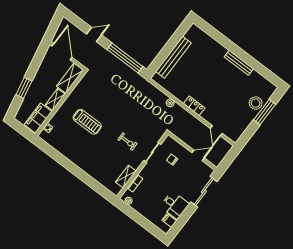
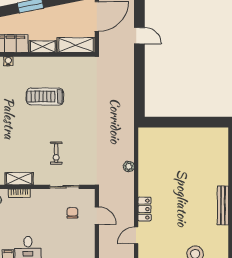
bench: (173, 57) -> (178, 134), removed
window: (125, 58) -> (139, 86), removed
locker: (194, 106) -> (145, 209), moved
treadmill: (87, 122) -> (45, 97), turned 90
door: (198, 155) -> (97, 216), moved

